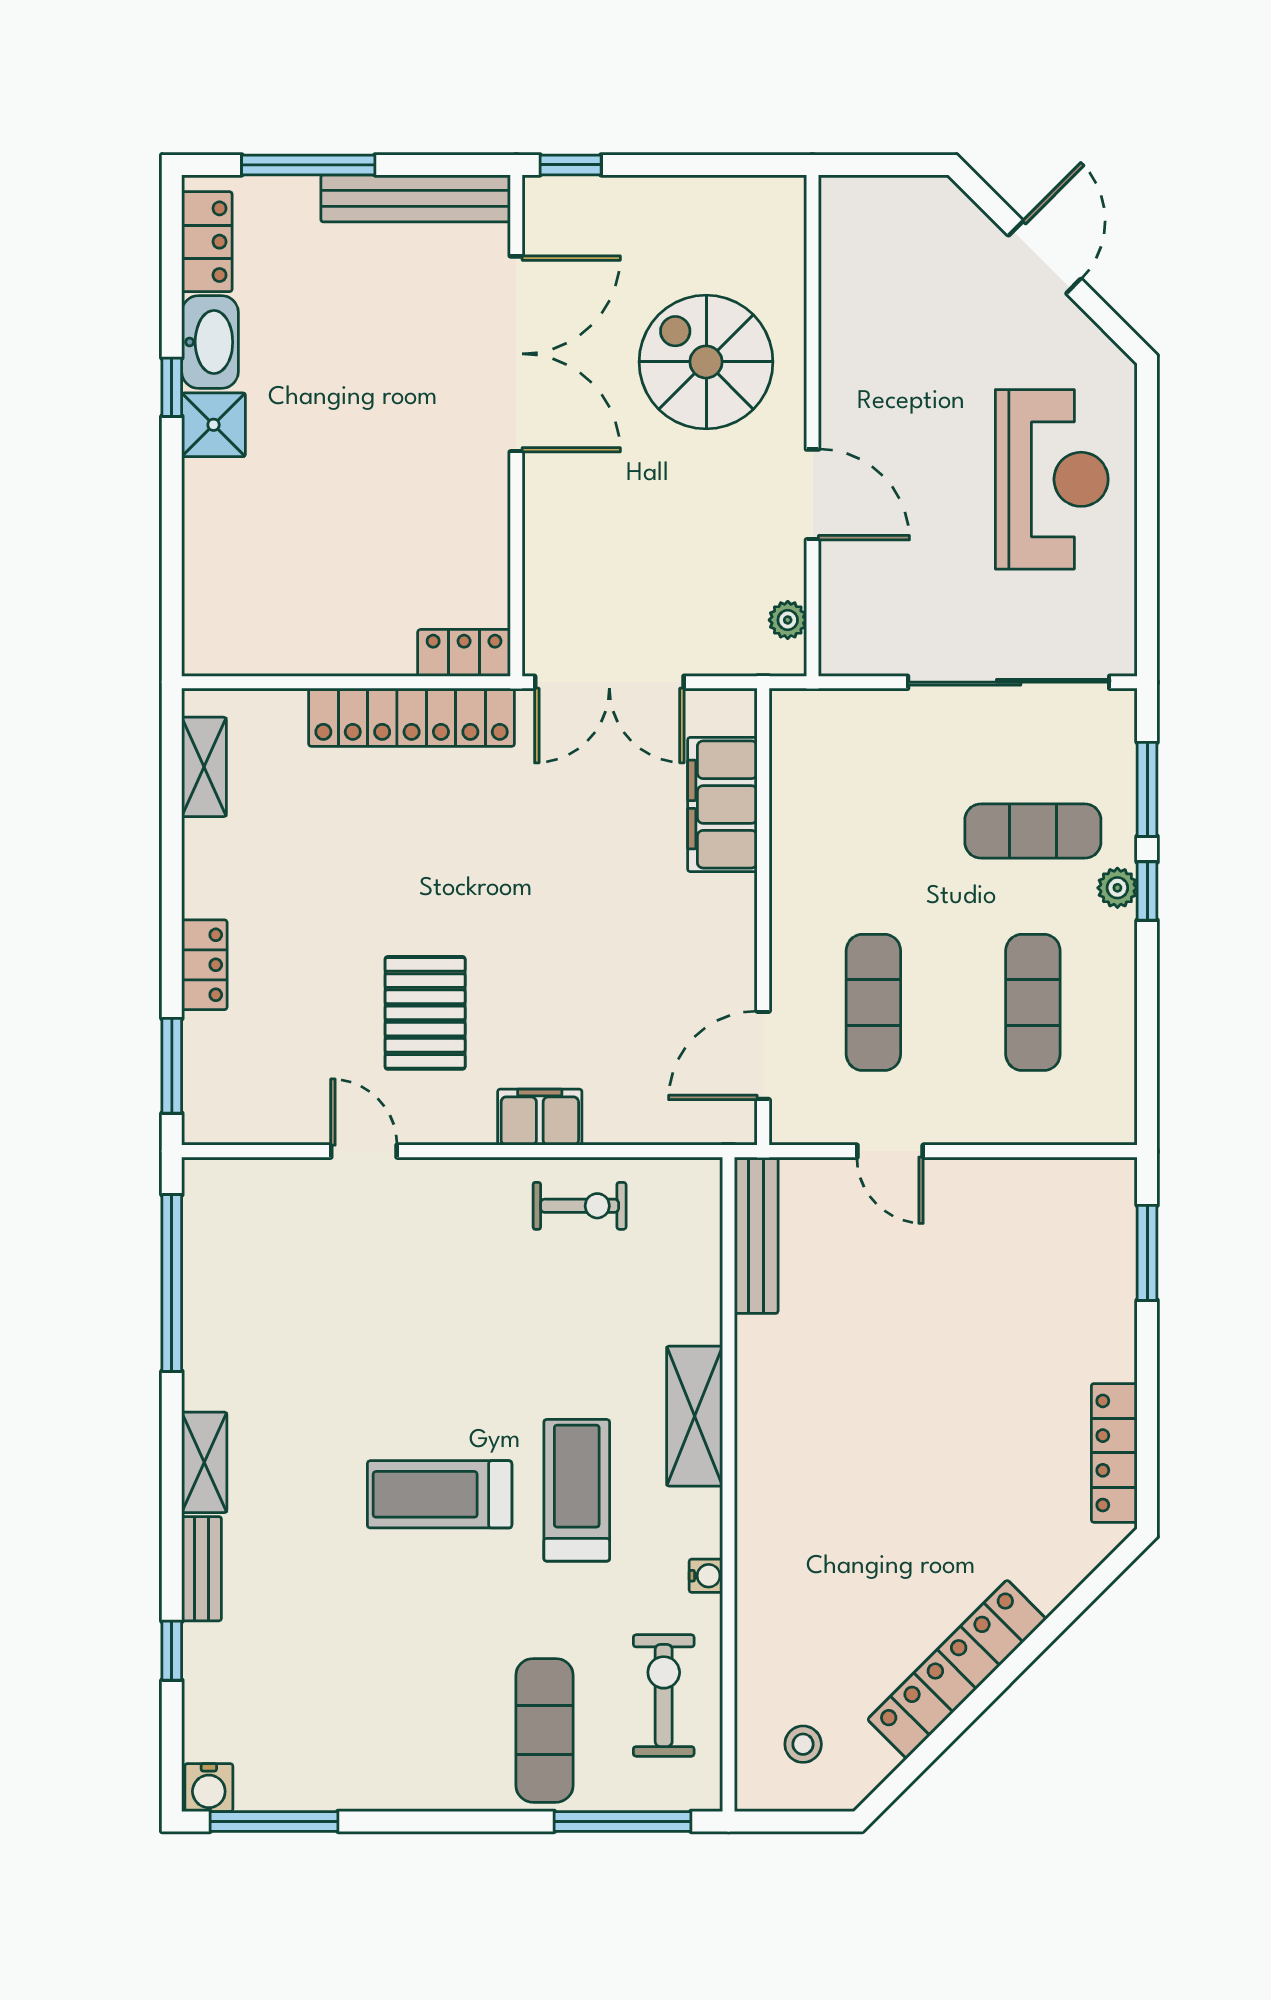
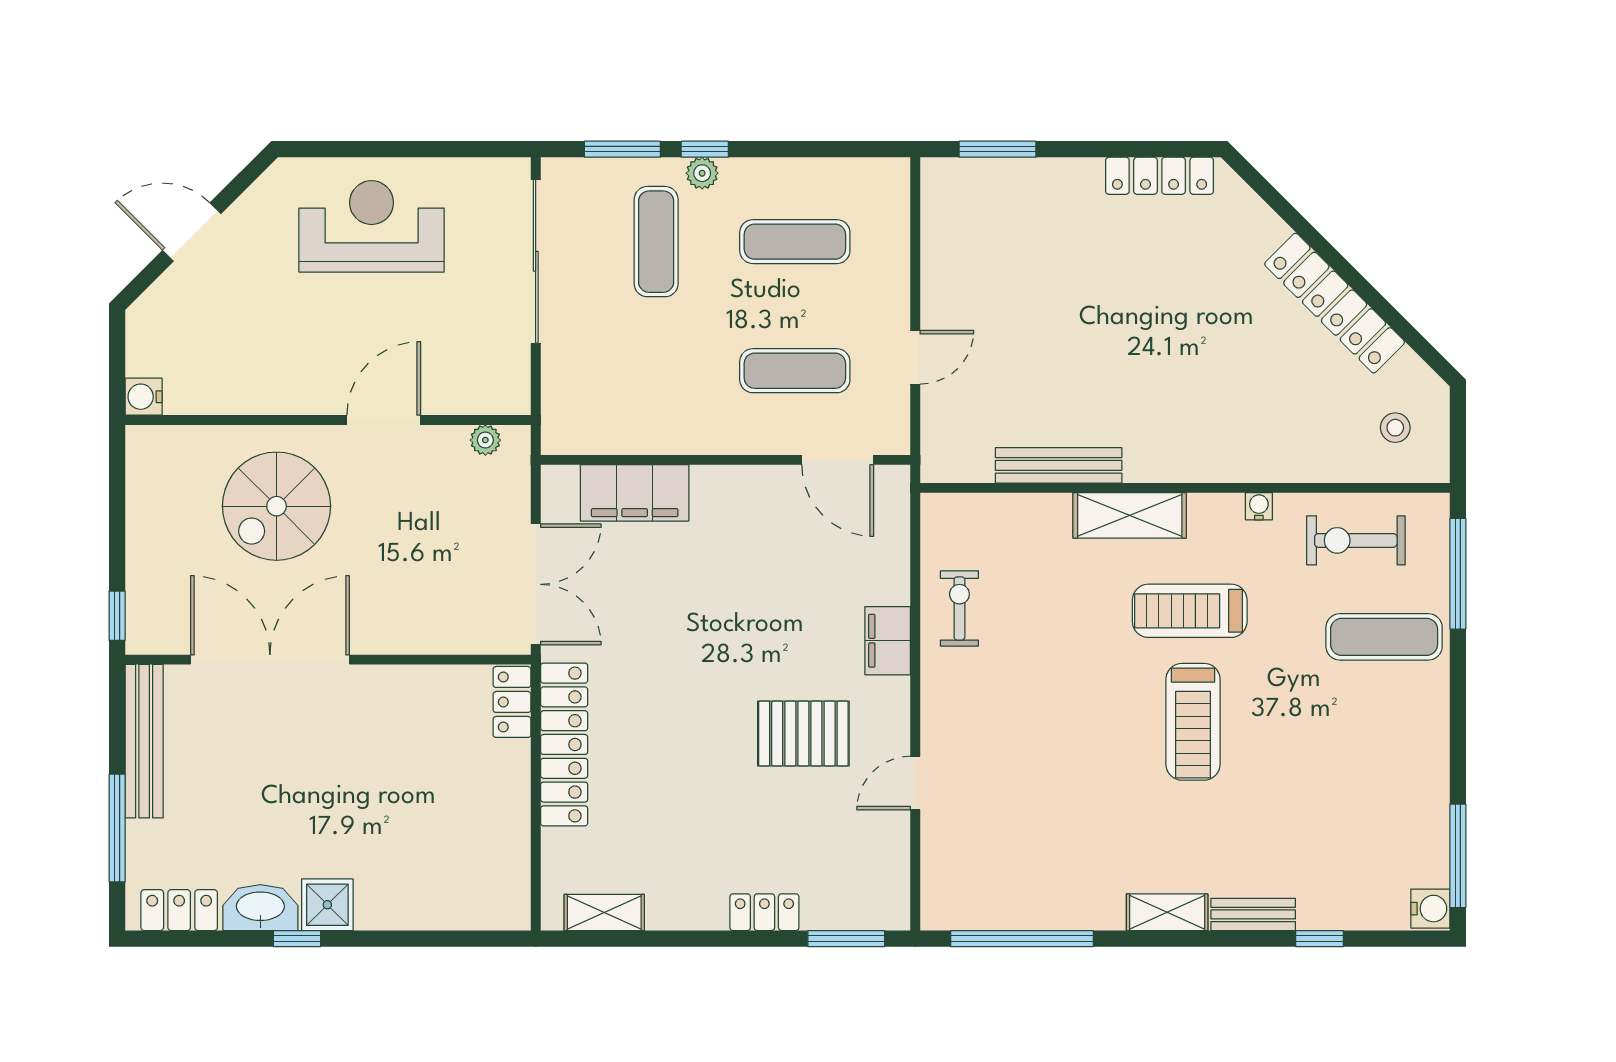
water cooler: (841, 198) -> (144, 397), added
bench: (756, 1235) -> (1059, 465), moved

